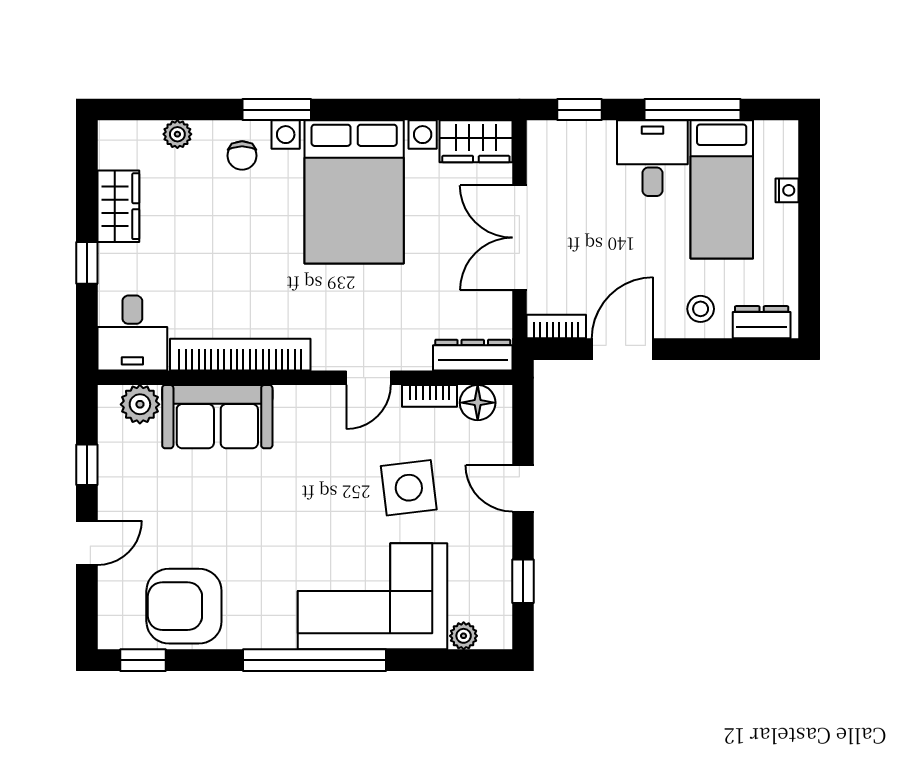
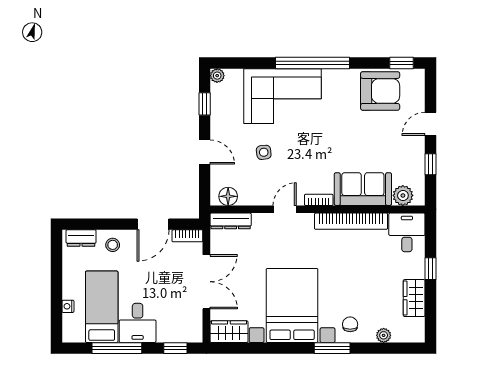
bookcase: (430, 396) -> (319, 200), moved
side table: (409, 488) -> (264, 152), width x0.54, depth x0.54
plant: (464, 636) -> (217, 76), moved

